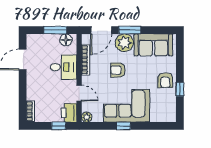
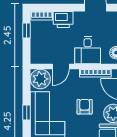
printer: (69, 113) -> (63, 20), moved, turned 180
plant: (87, 117) -> (40, 79), width x1.87, depth x1.87
window: (59, 126) -> (27, 30), moved

